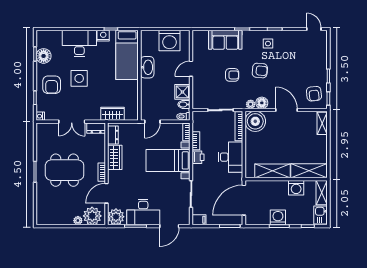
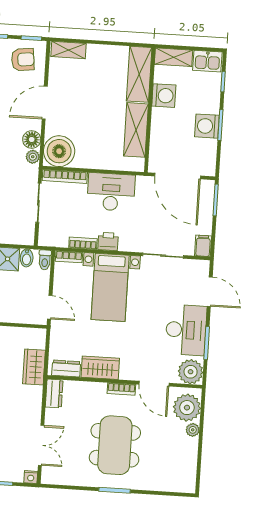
double door: (72, 122) -> (41, 445), moved

